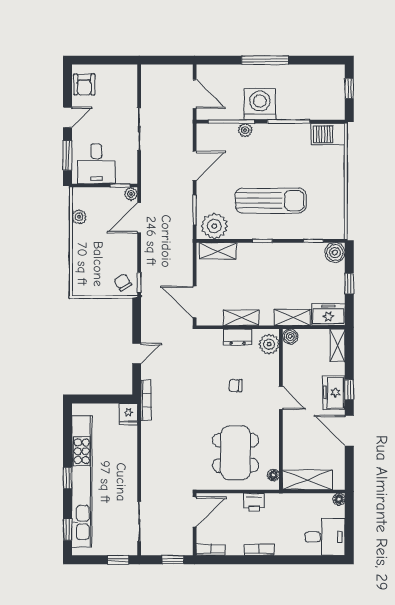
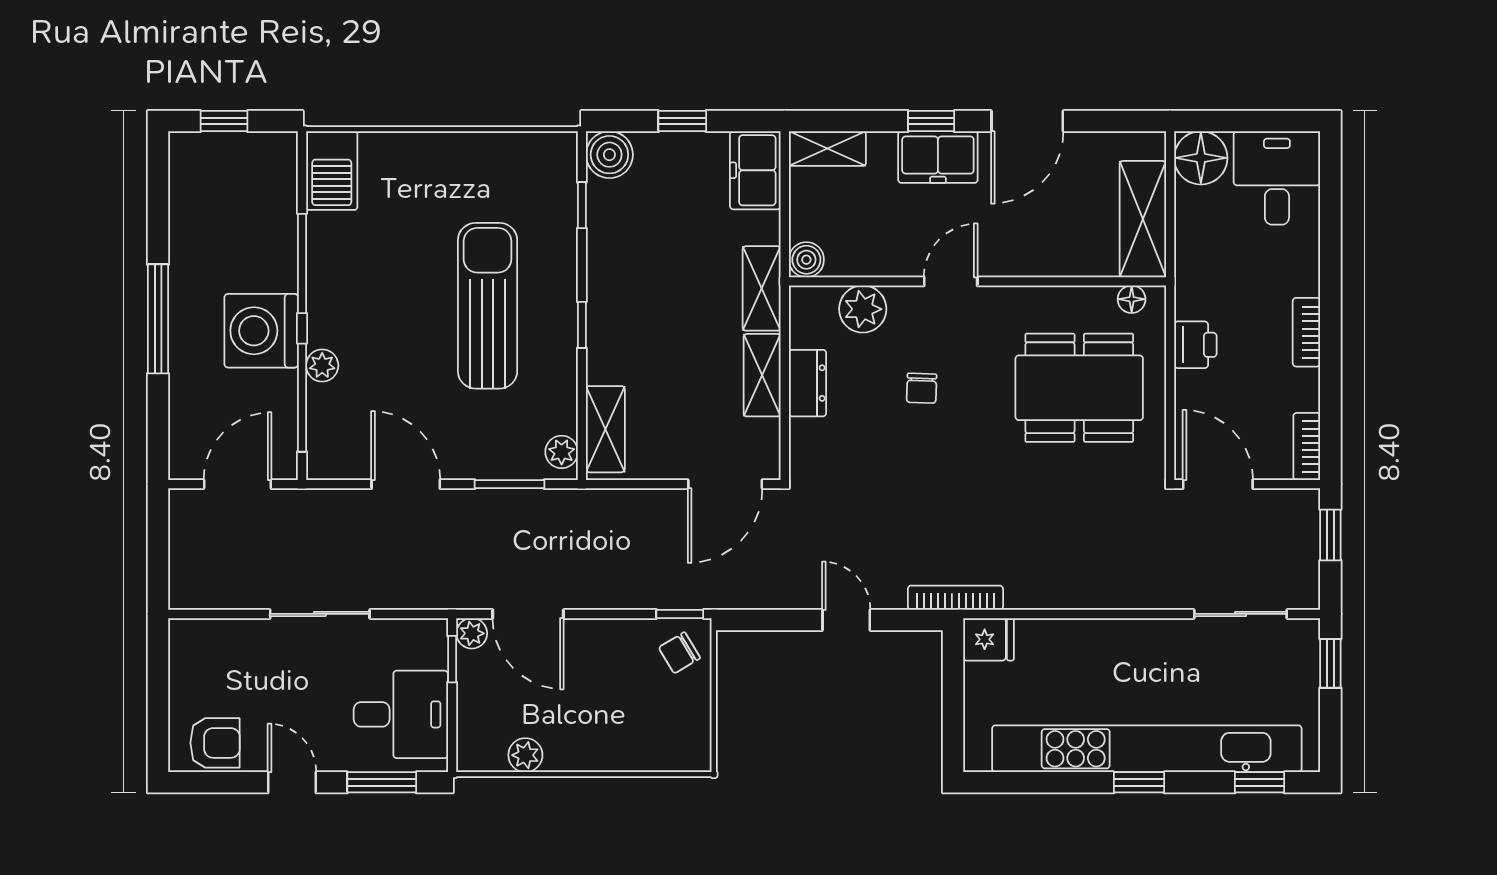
plant: (214, 226) -> (562, 452), width x0.53, depth x0.53
shelving: (292, 317) -> (762, 288), moved
plant: (269, 344) -> (863, 309), moved
floor lamp: (339, 499) -> (1201, 158), width x1.89, depth x1.89

